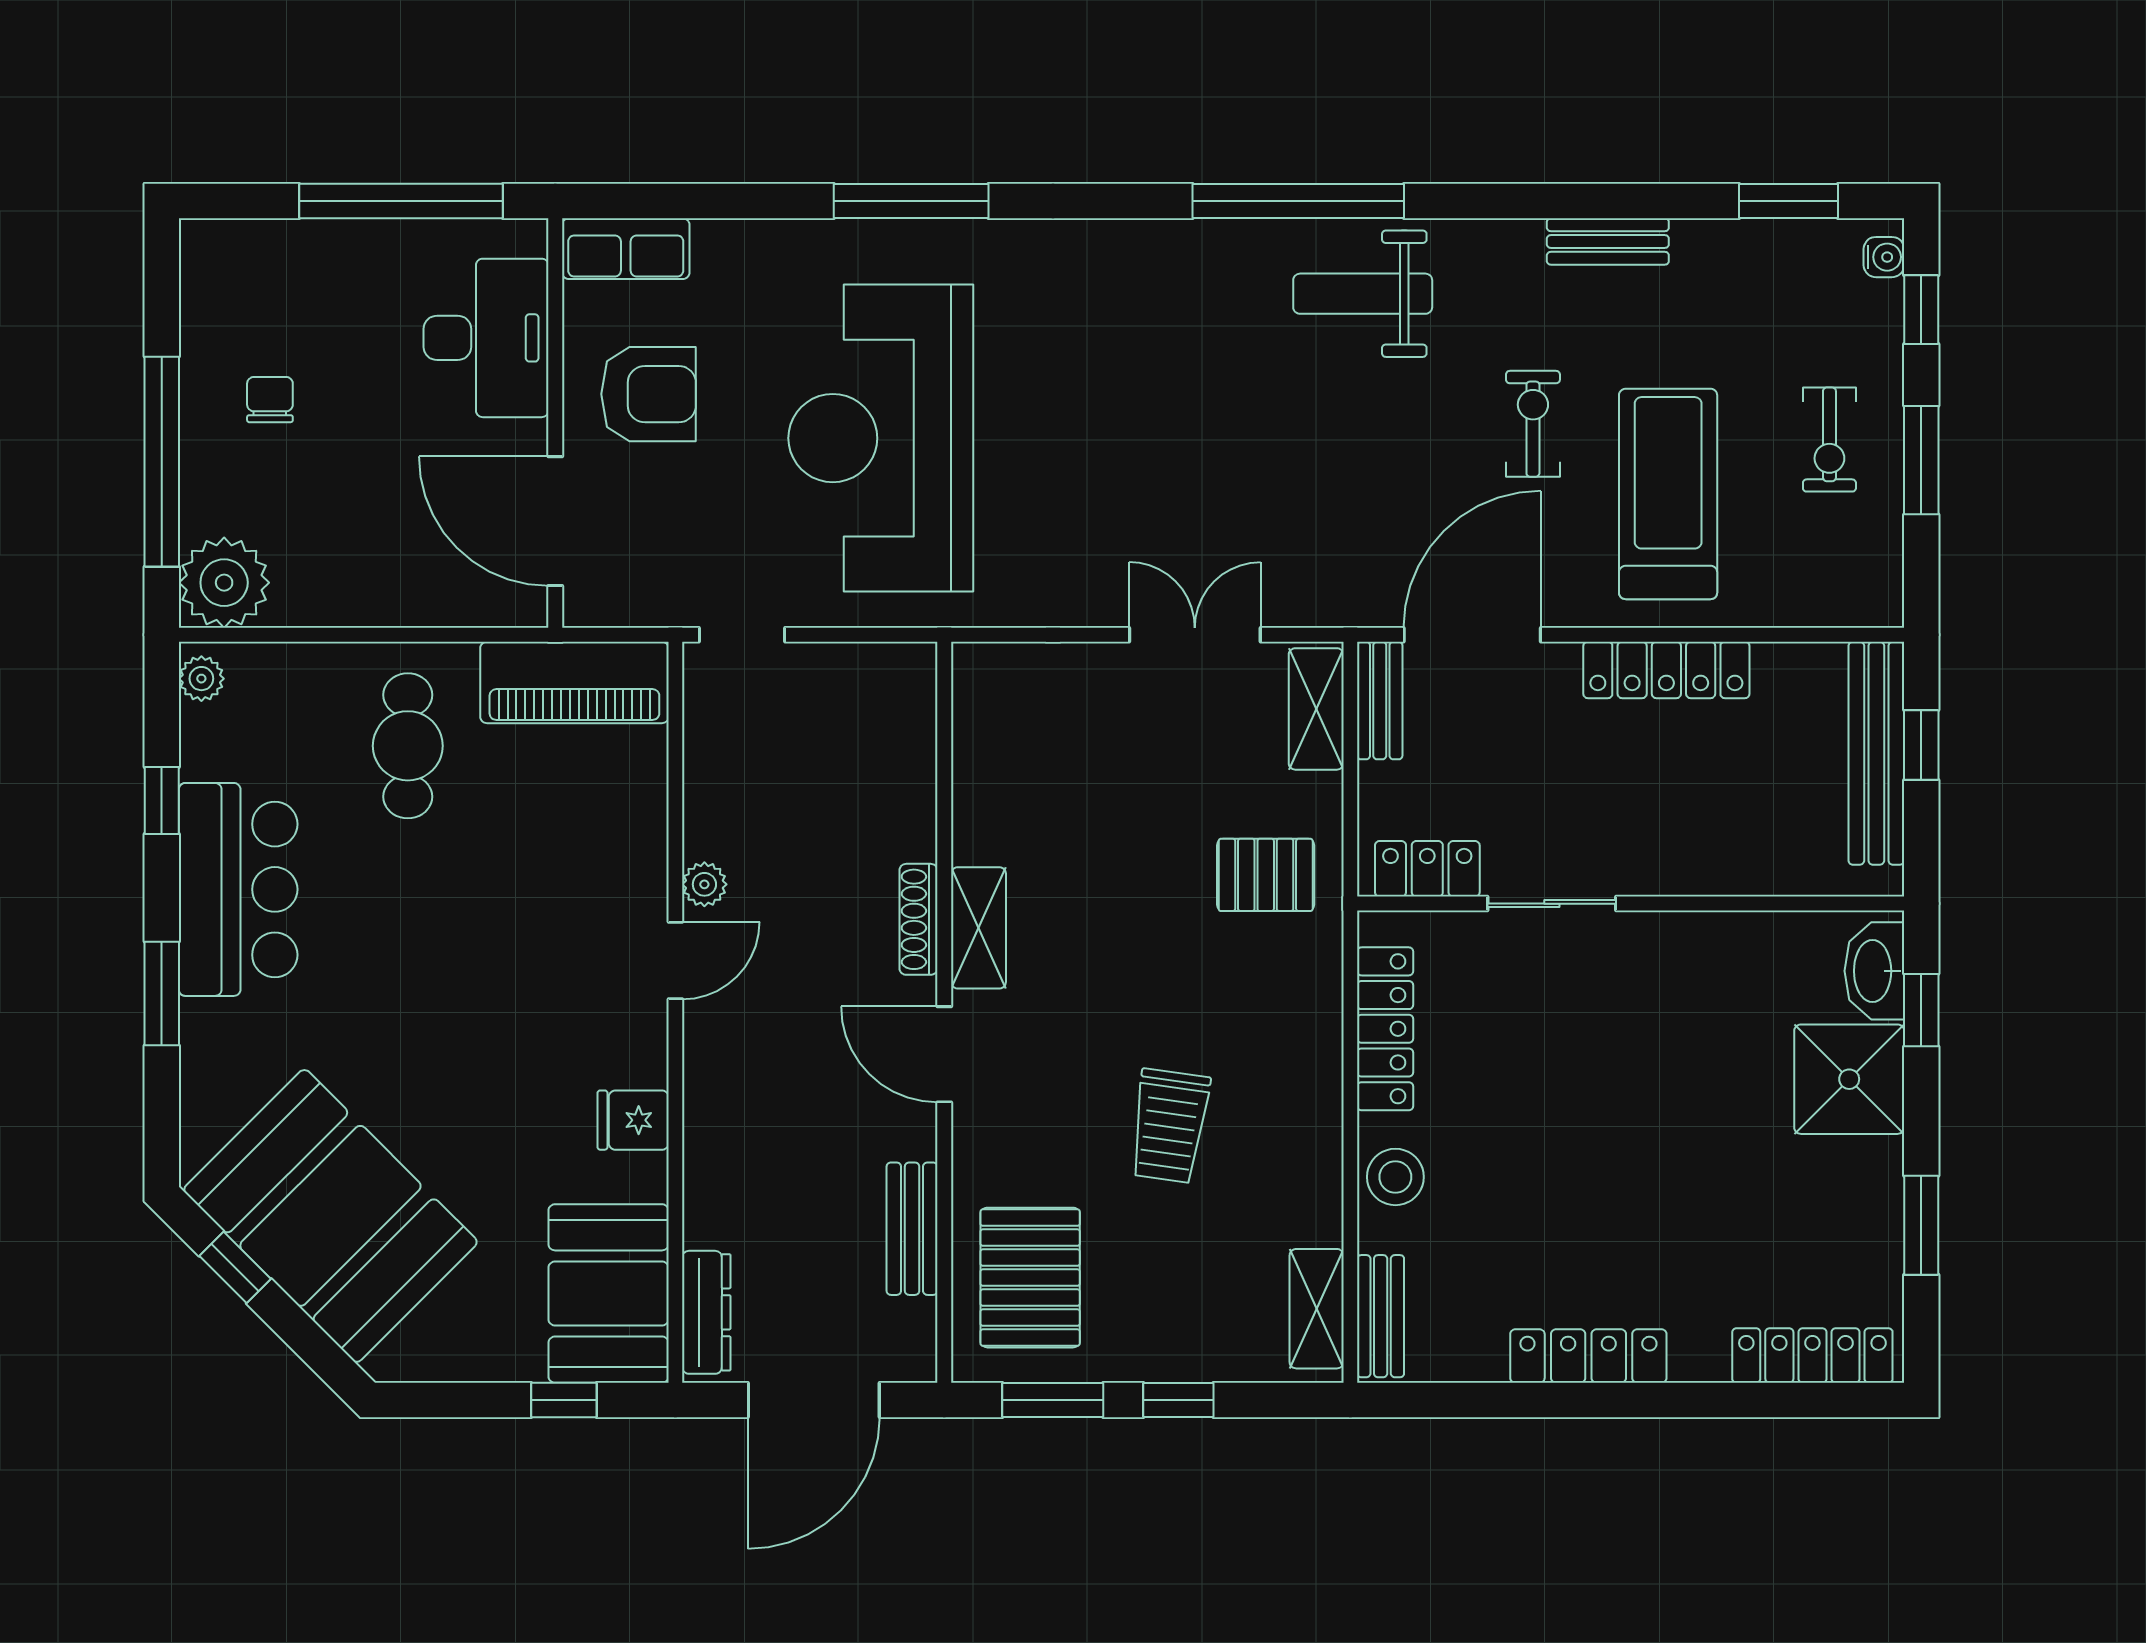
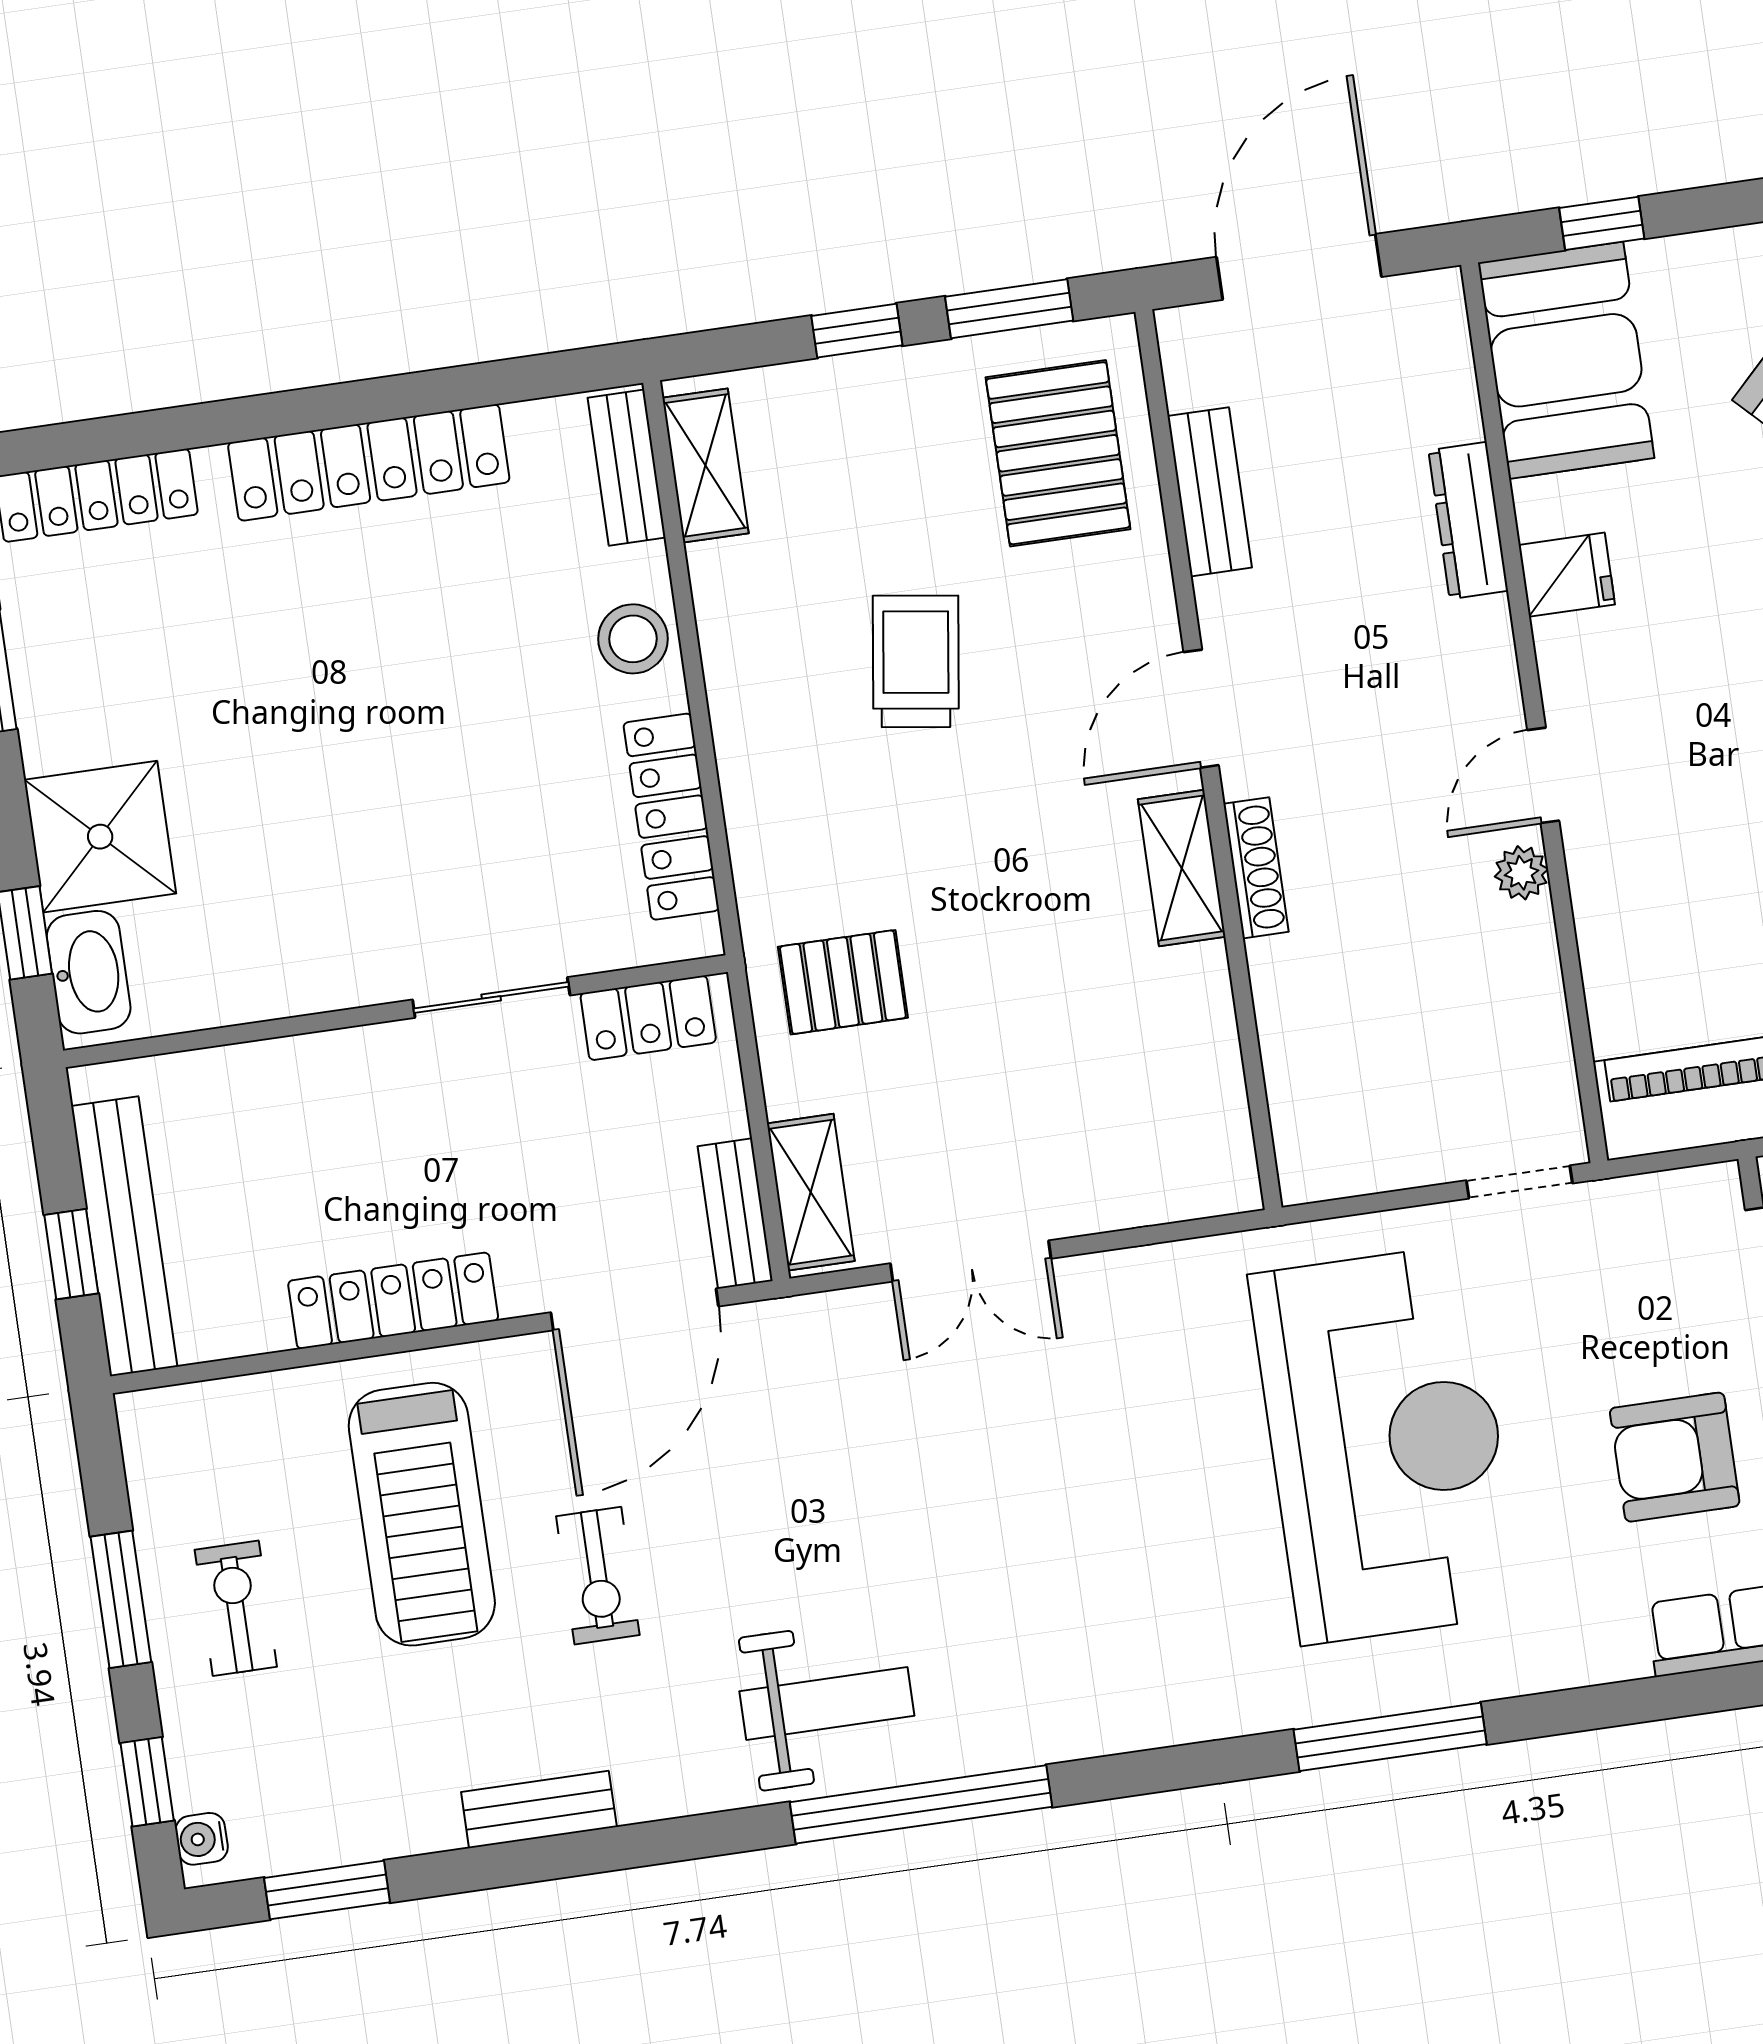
door: (944, 1054) -> (1201, 709), swing flipped
dresser: (706, 1312) -> (1468, 520), moved
locker: (1588, 1356) -> (369, 462), width x1.41, depth x1.21

